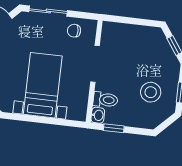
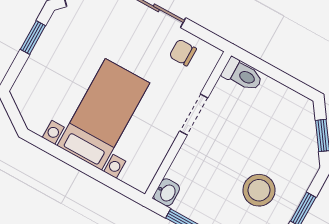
doorway: (95, 64) -> (194, 115), width x0.73
toilet: (105, 100) -> (242, 75), moved

